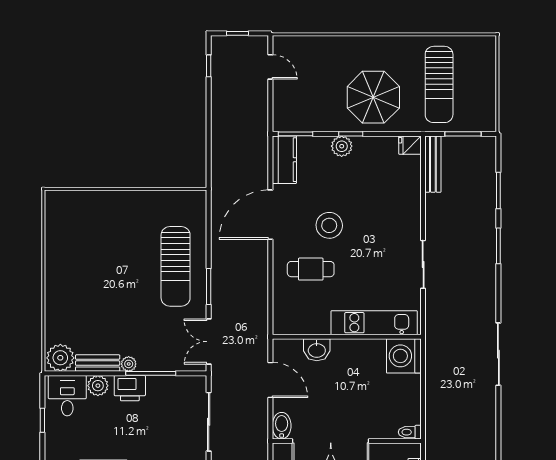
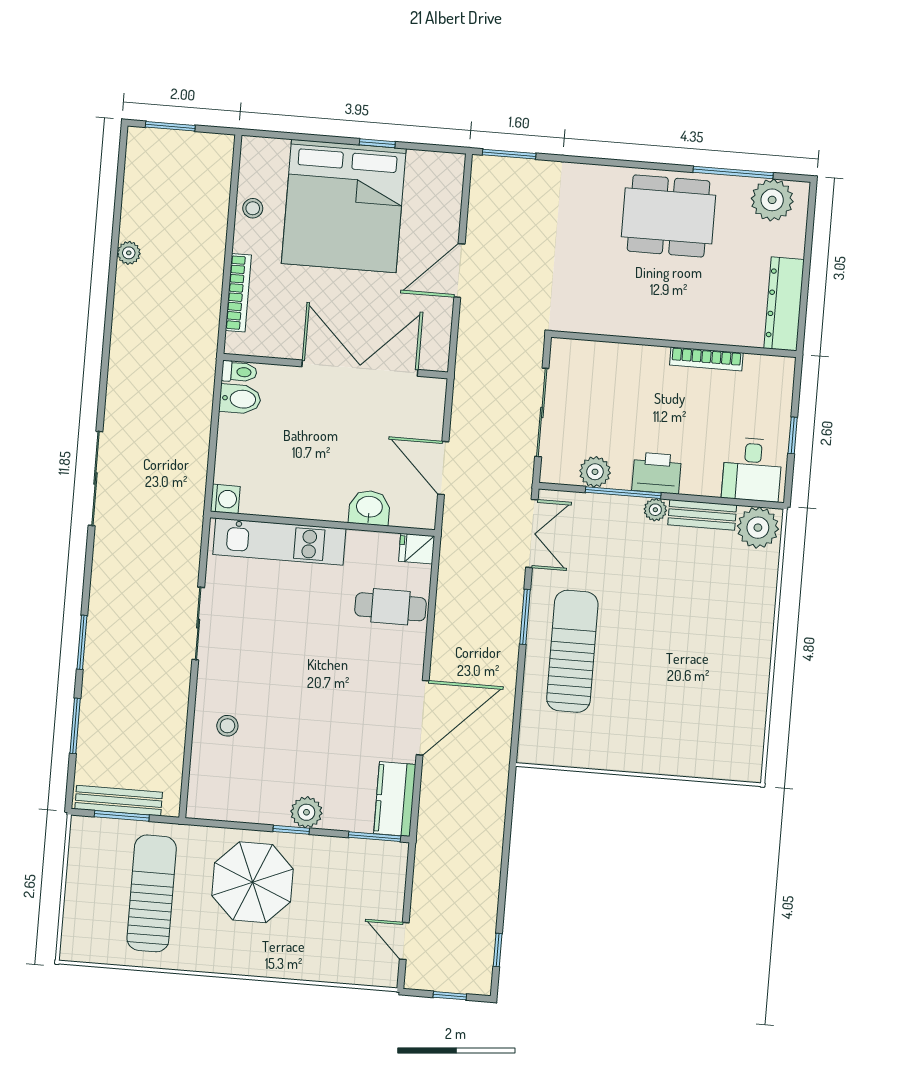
fridge: (410, 145) -> (417, 549), moved, turned 180
bench: (433, 164) -> (119, 801), moved, turned 90
stool: (329, 225) -> (227, 726), moved, width x0.53, depth x0.53
cafe table: (311, 269) -> (391, 607), moved
washing machine: (404, 356) -> (225, 499), width x0.53, depth x0.53
plant: (98, 386) -> (595, 472), moved
bidet: (282, 426) -> (240, 399), moved, turned -90

